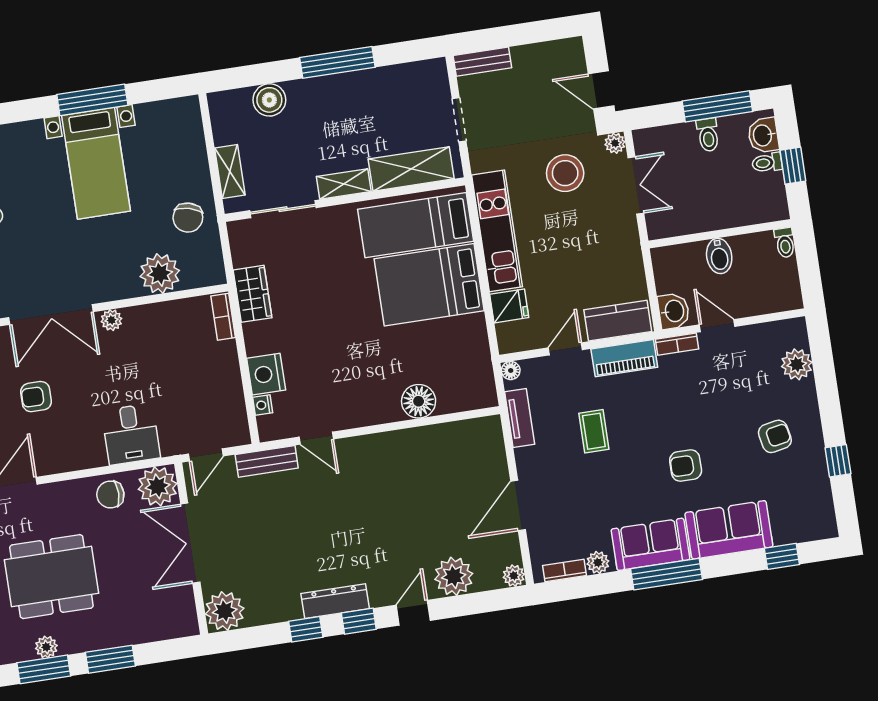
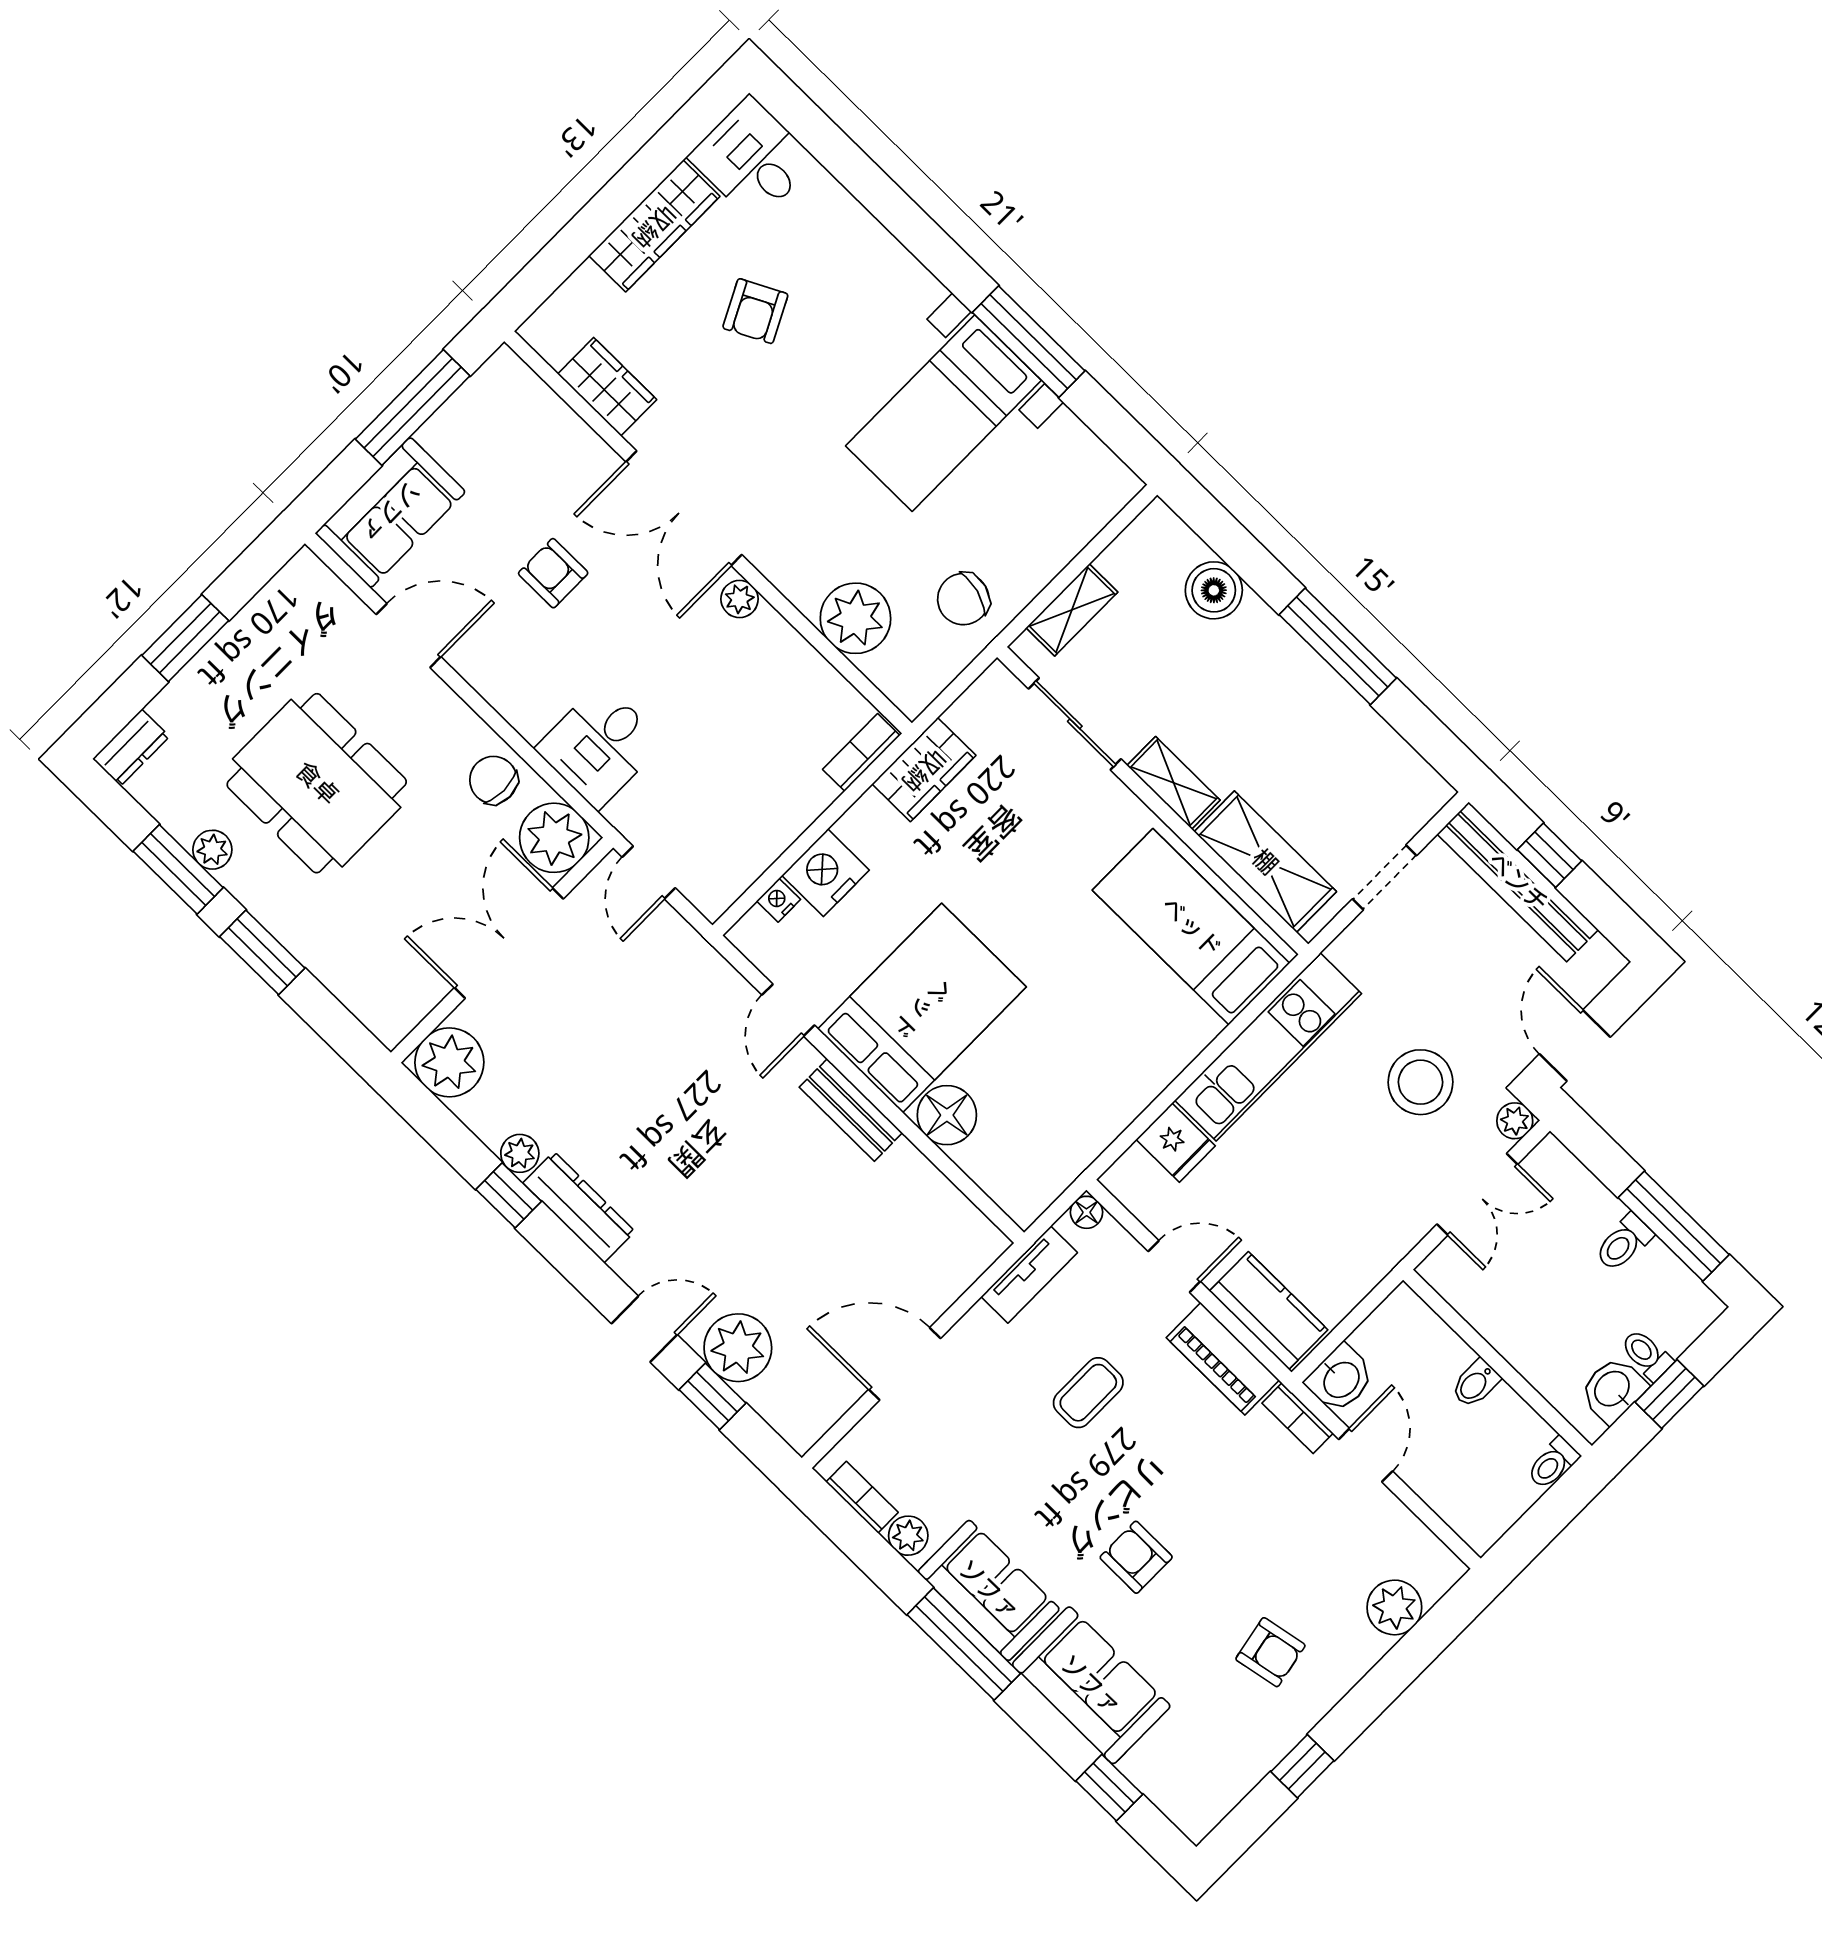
window: (505, 37) -> (1550, 855), added
bench: (482, 62) -> (1518, 882), width x1.86, depth x1.21
washbasin: (763, 135) -> (1613, 1390), moved
bidet: (719, 256) -> (1476, 1383), width x0.72, depth x0.74
bed: (429, 285) -> (922, 1008), moved, turned 90
door: (206, 455) -> (649, 873), hinge flipped
bench: (267, 461) -> (851, 1110), moved
plant: (514, 576) -> (520, 1153), moved
window: (359, 621) -> (712, 1396), moved

